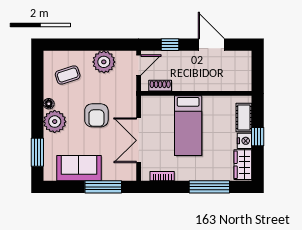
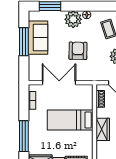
wardrobe: (200, 82) -> (103, 129), added
armchair: (96, 115) -> (78, 51), turned 91
window: (103, 187) -> (24, 42), moved

